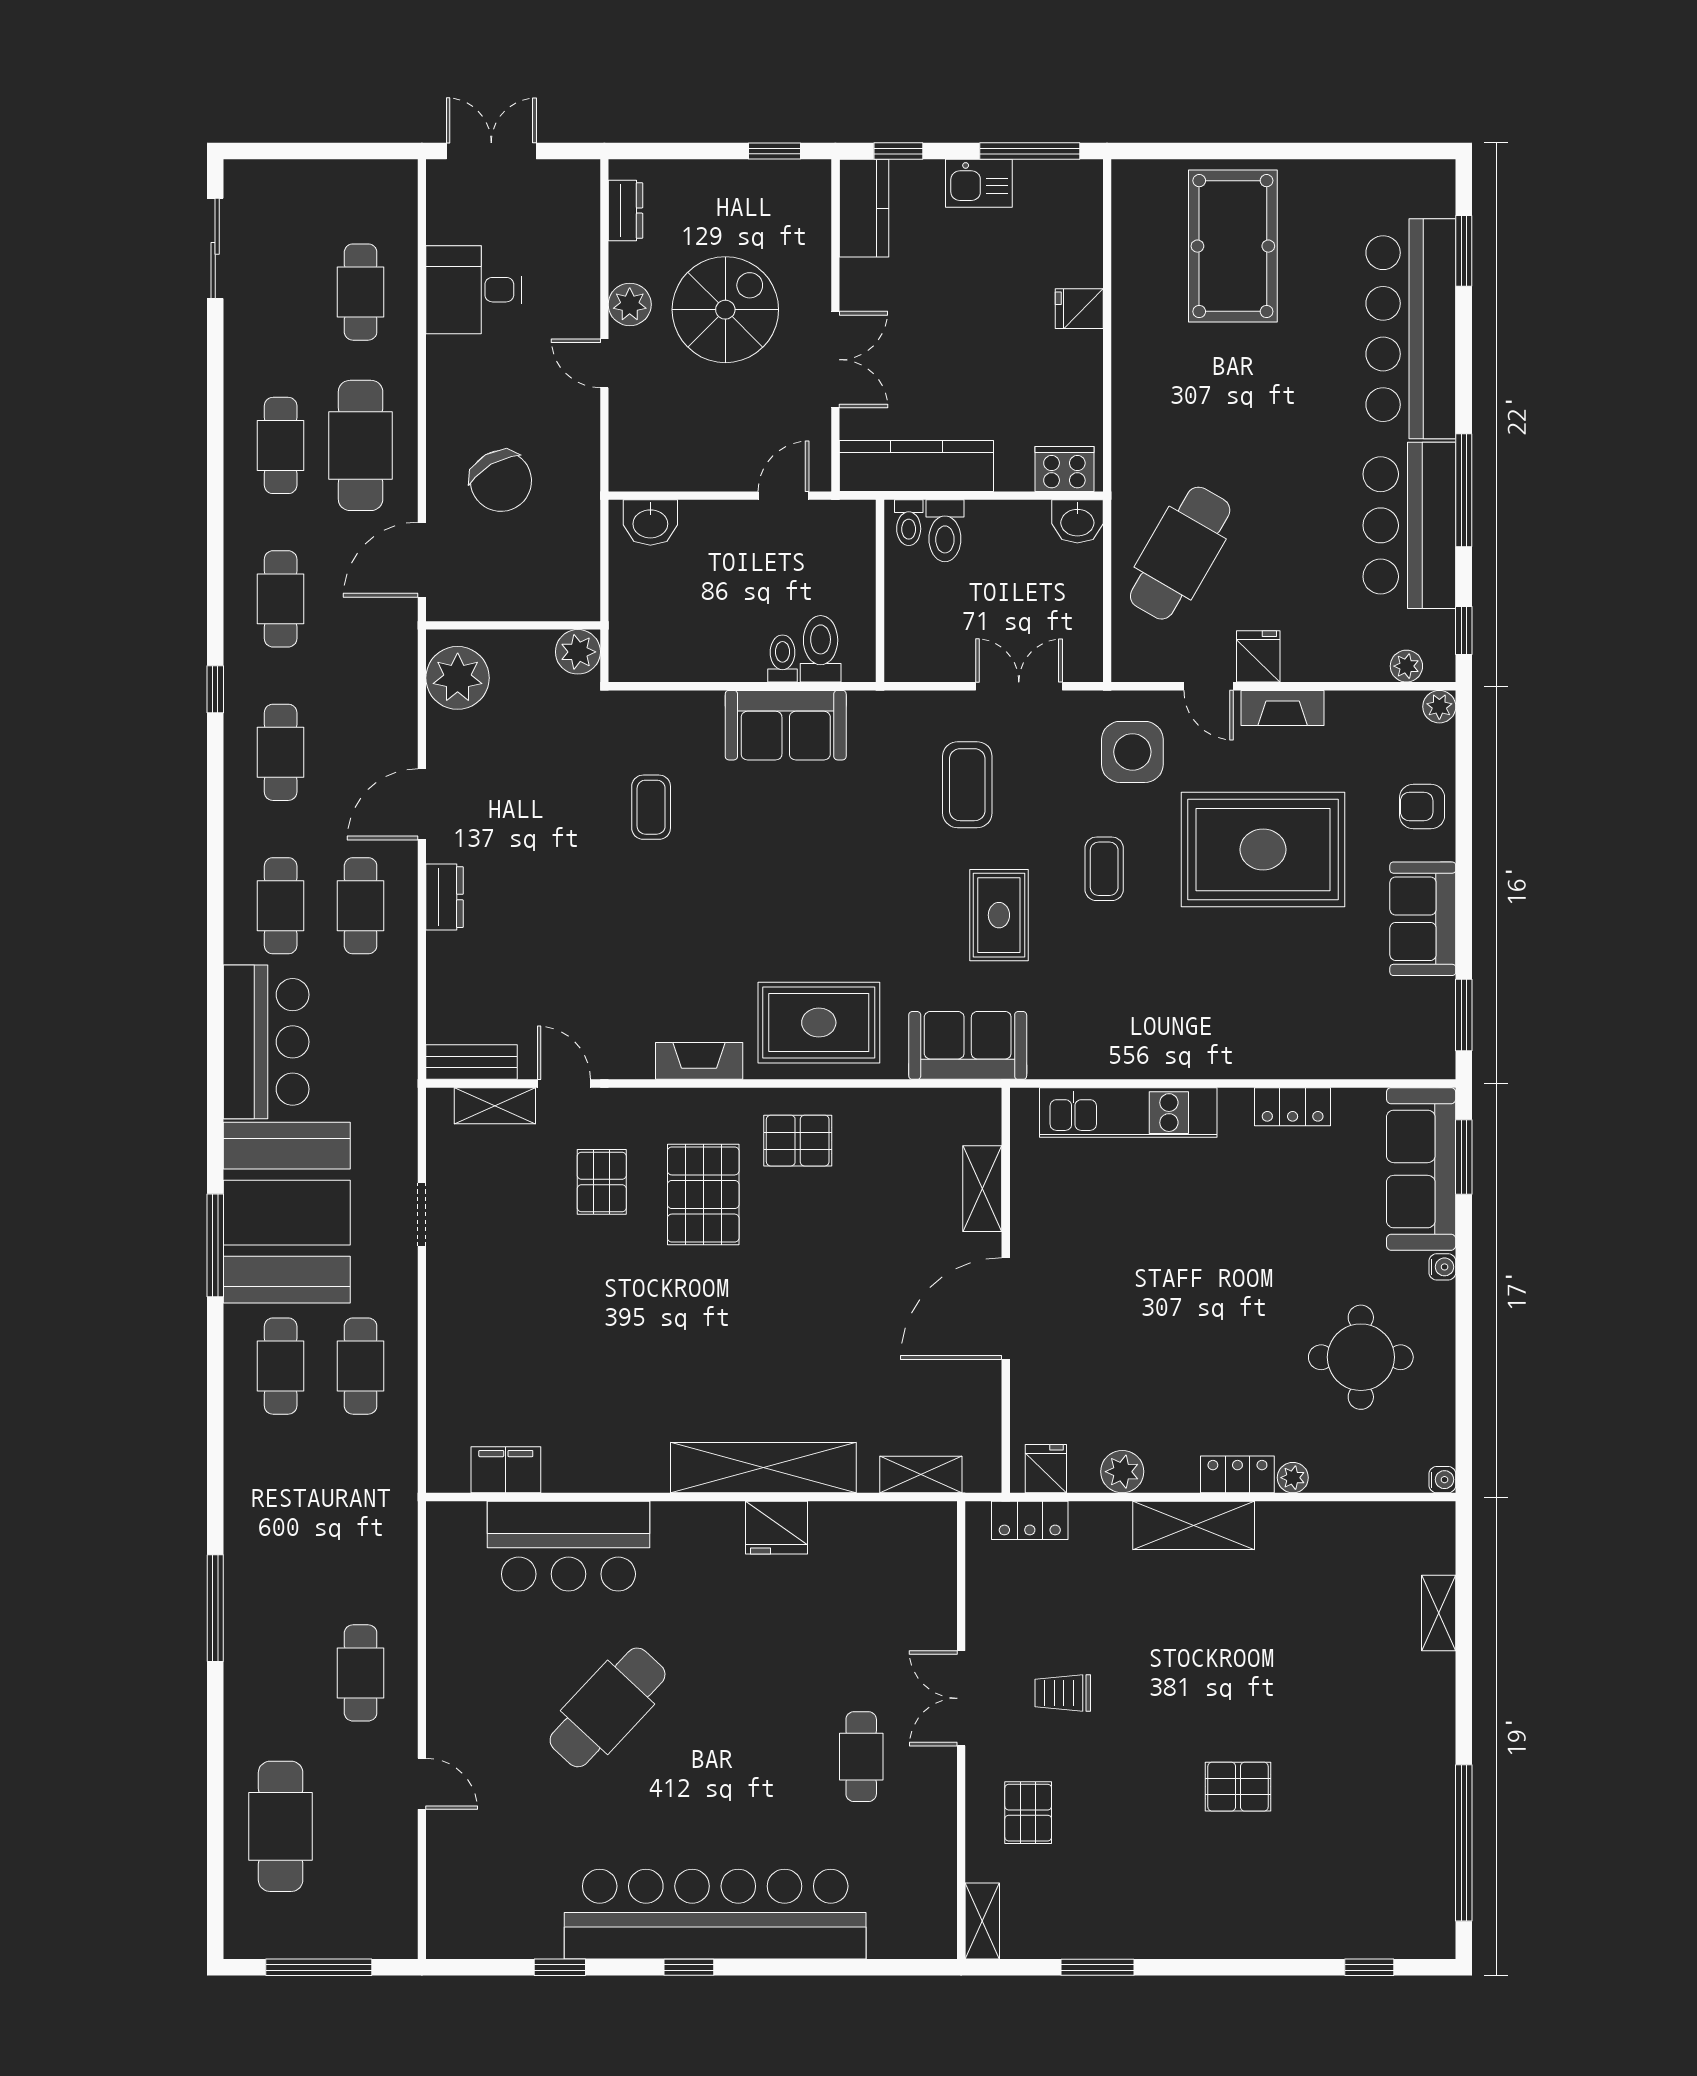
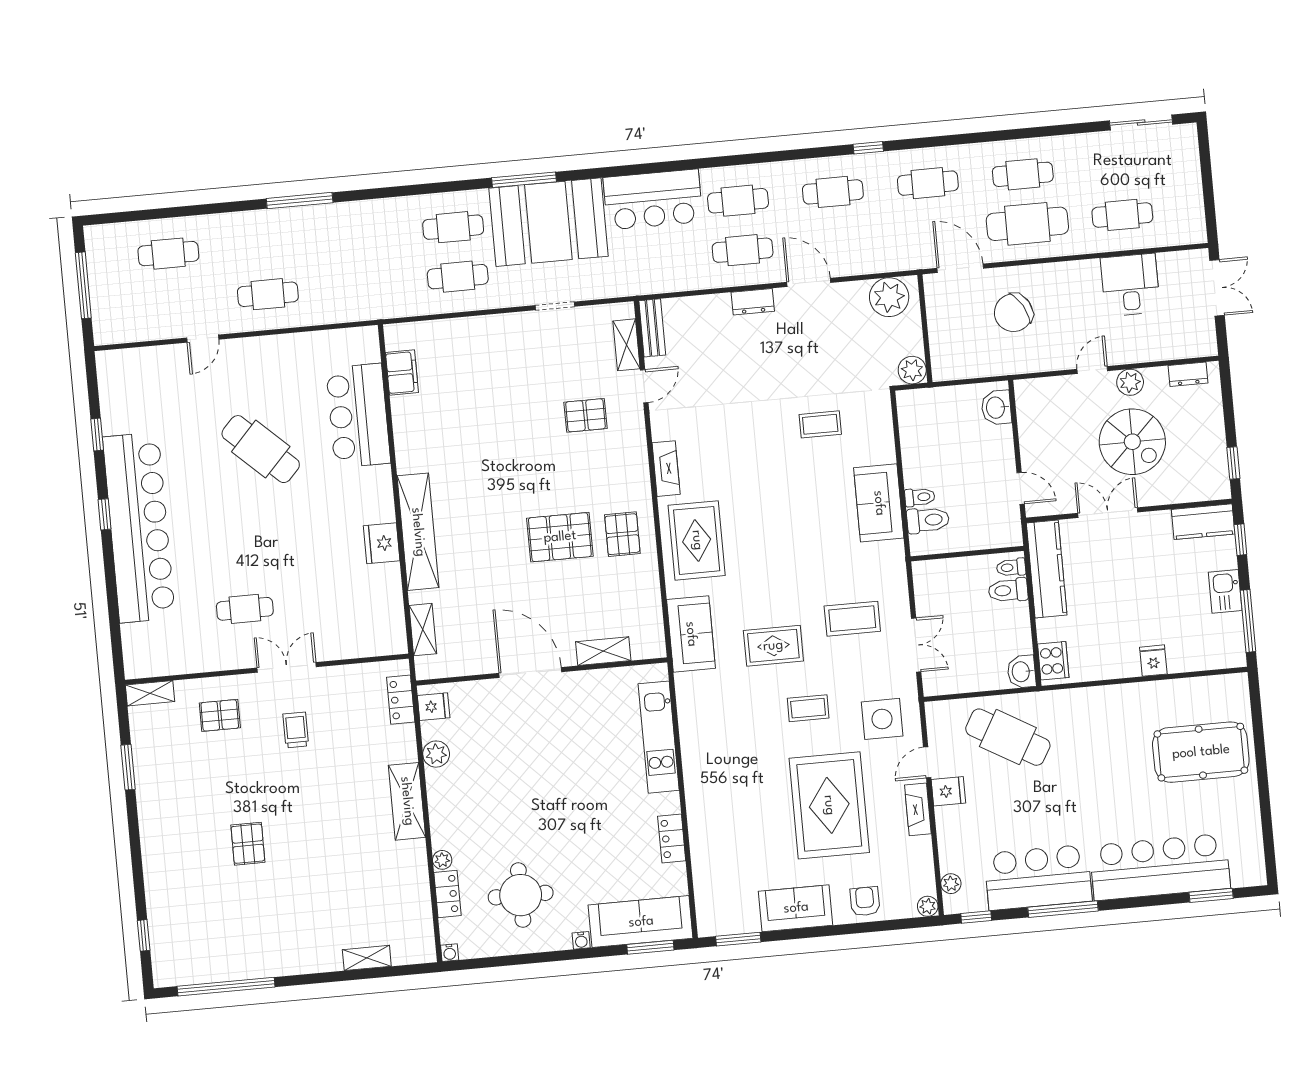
double door: (835, 360) -> (1108, 513), swing flipped
pallet: (703, 1195) -> (560, 537), moved
locker: (1237, 1474) -> (447, 894), moved
cafe table: (281, 1826) -> (168, 254), width x0.73, depth x0.74

